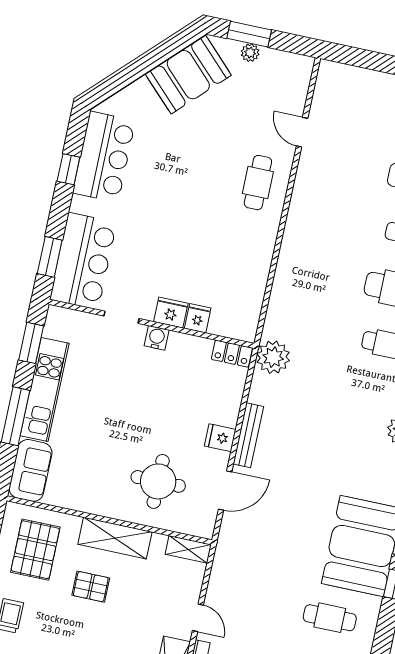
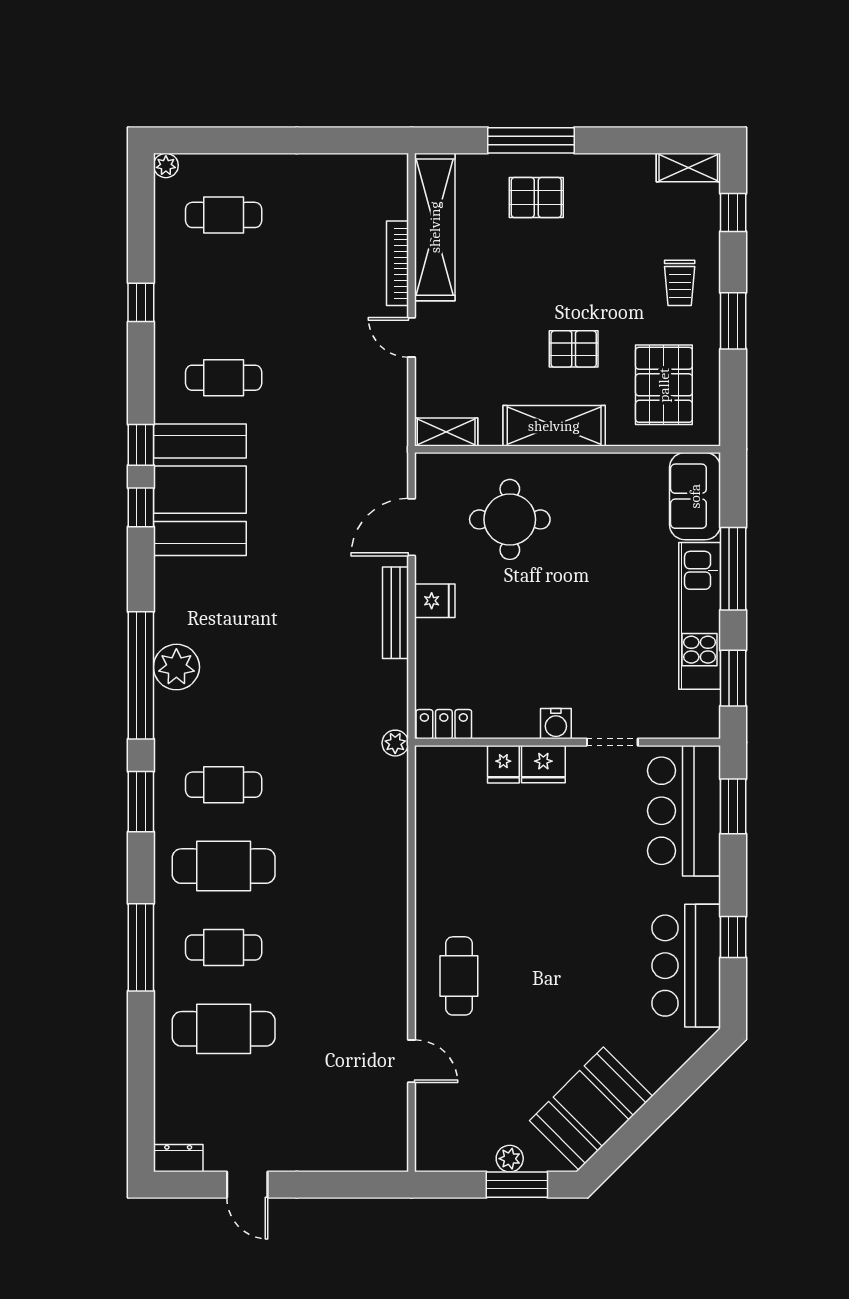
plant: (273, 357) -> (395, 743), width x0.53, depth x0.53

